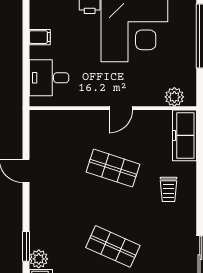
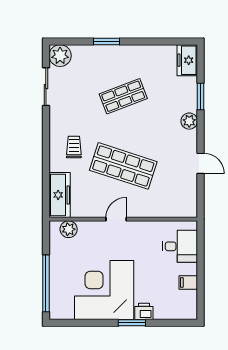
shop shelf: (113, 168) -> (123, 166), width x1.43, depth x1.36
shop shelf: (113, 246) -> (123, 96), turned -45
plant: (39, 259) -> (189, 121), moved

